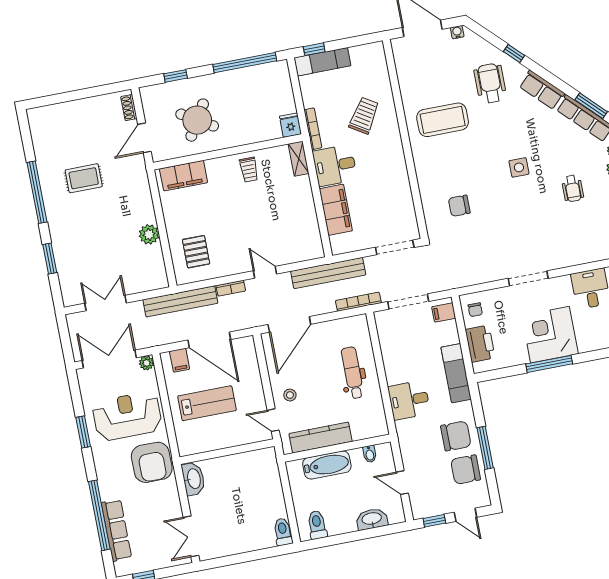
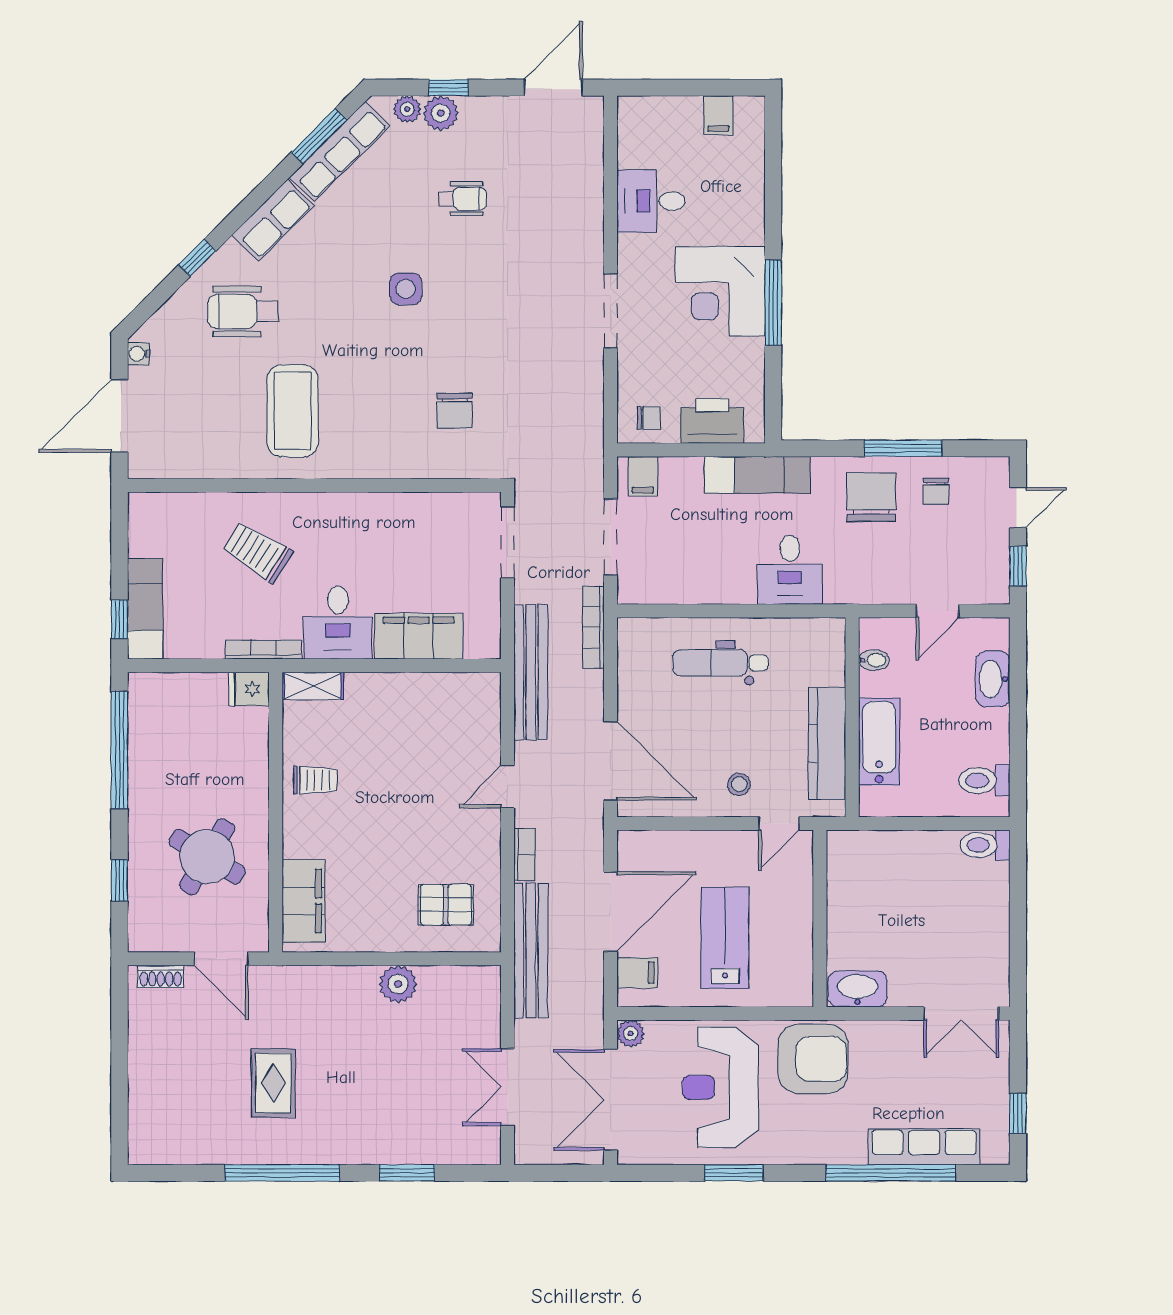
chair: (466, 470) -> (936, 491), width x0.54, depth x0.54

